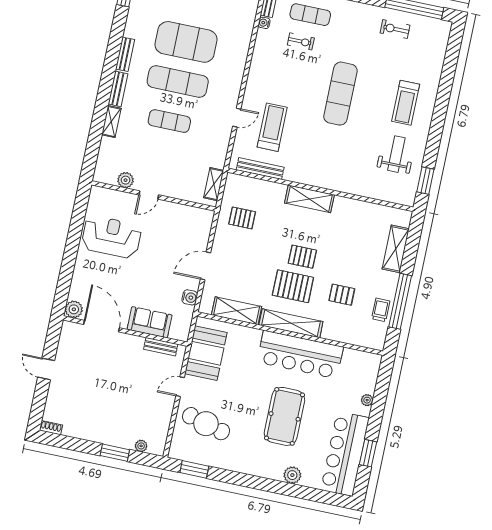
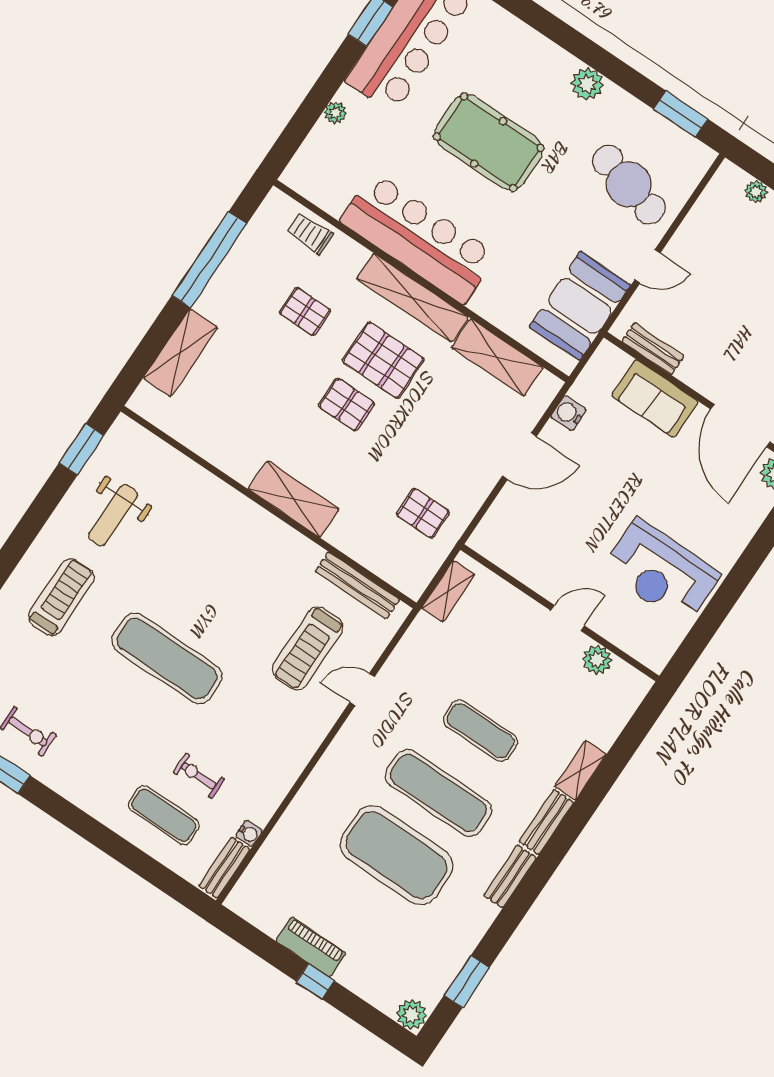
exercise mat: (340, 94) -> (167, 658), turned 90
trolley: (381, 310) -> (310, 233), moved, turned 90
pool table: (284, 416) -> (489, 142), turned 90
plant: (292, 475) -> (587, 84), moved

